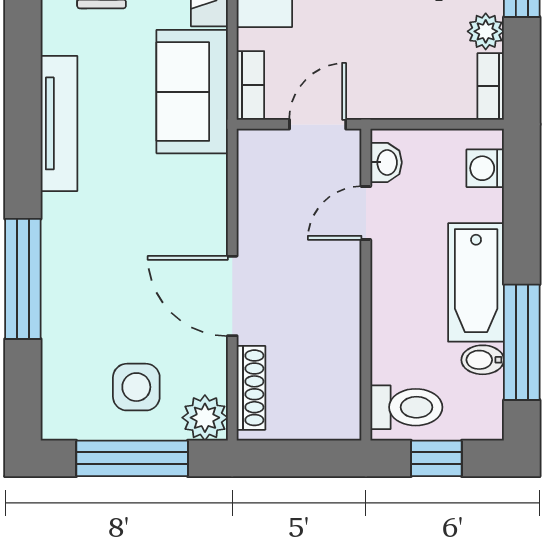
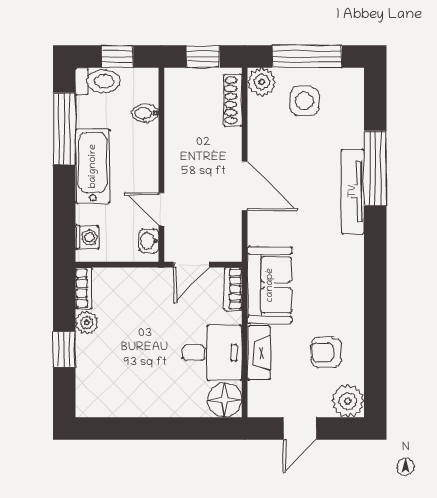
tv unit: (59, 123) -> (353, 191), moved
door: (366, 213) -> (161, 209), swing flipped
door: (232, 296) -> (245, 186), moved
bidet: (483, 360) -> (145, 113), moved, turned 180
toilet: (406, 407) -> (98, 81), moved, turned 180
window: (299, 458) -> (203, 56), added

